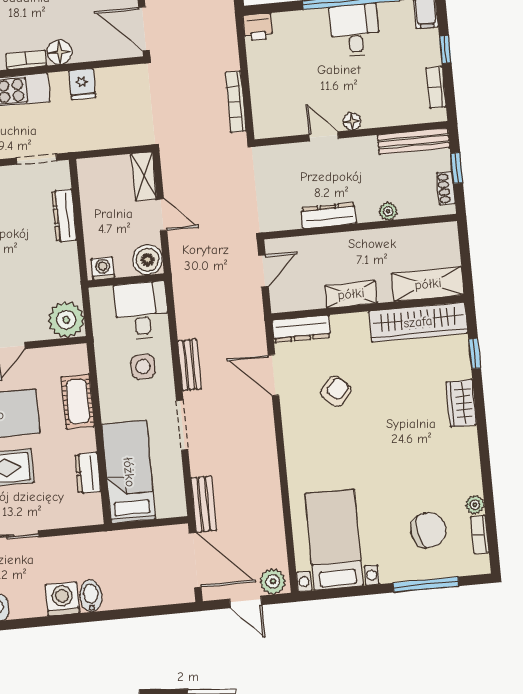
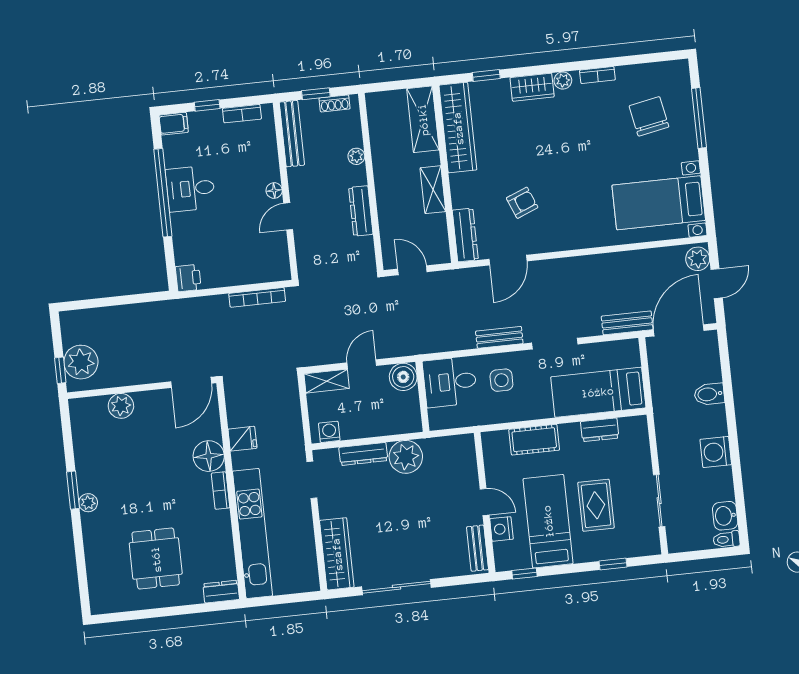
floor lamp: (60, 52) -> (209, 456), width x1.38, depth x1.38
washing machine: (103, 268) -> (329, 432), moved, turned 90
plant: (66, 320) -> (406, 457), moved
armchair: (336, 391) -> (522, 203), turned 116
plant: (475, 505) -> (563, 81), moved
bookcase: (480, 535) -> (597, 75), moved
bidet: (91, 596) -> (709, 394), moved

